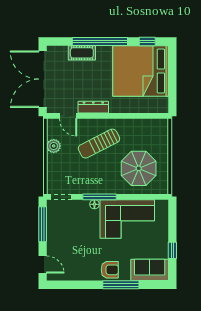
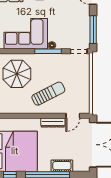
door: (68, 116) -> (73, 116), swing flipped
plant: (54, 146) -> (84, 92), removed

